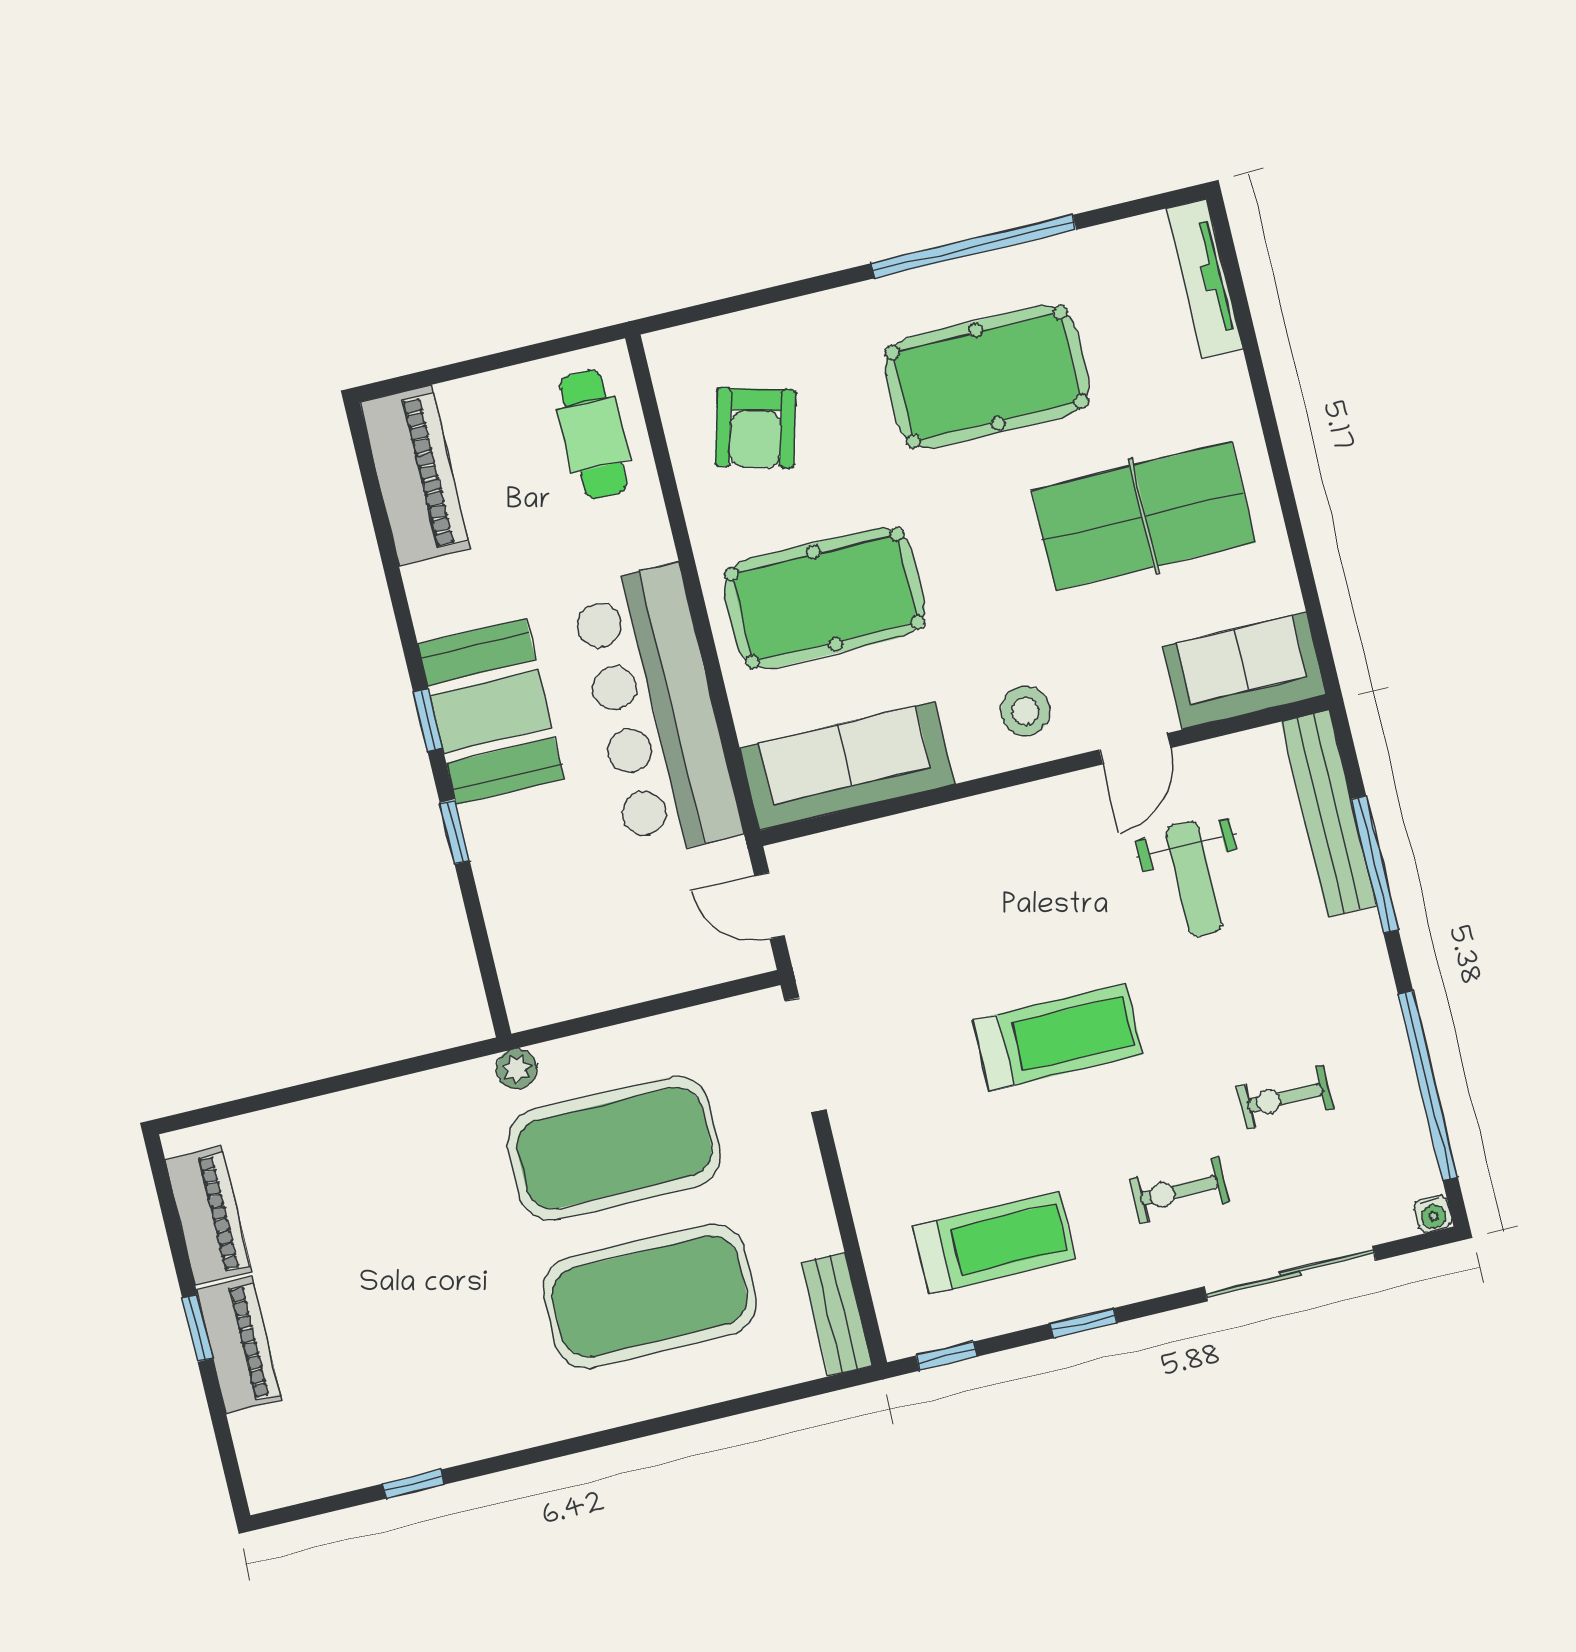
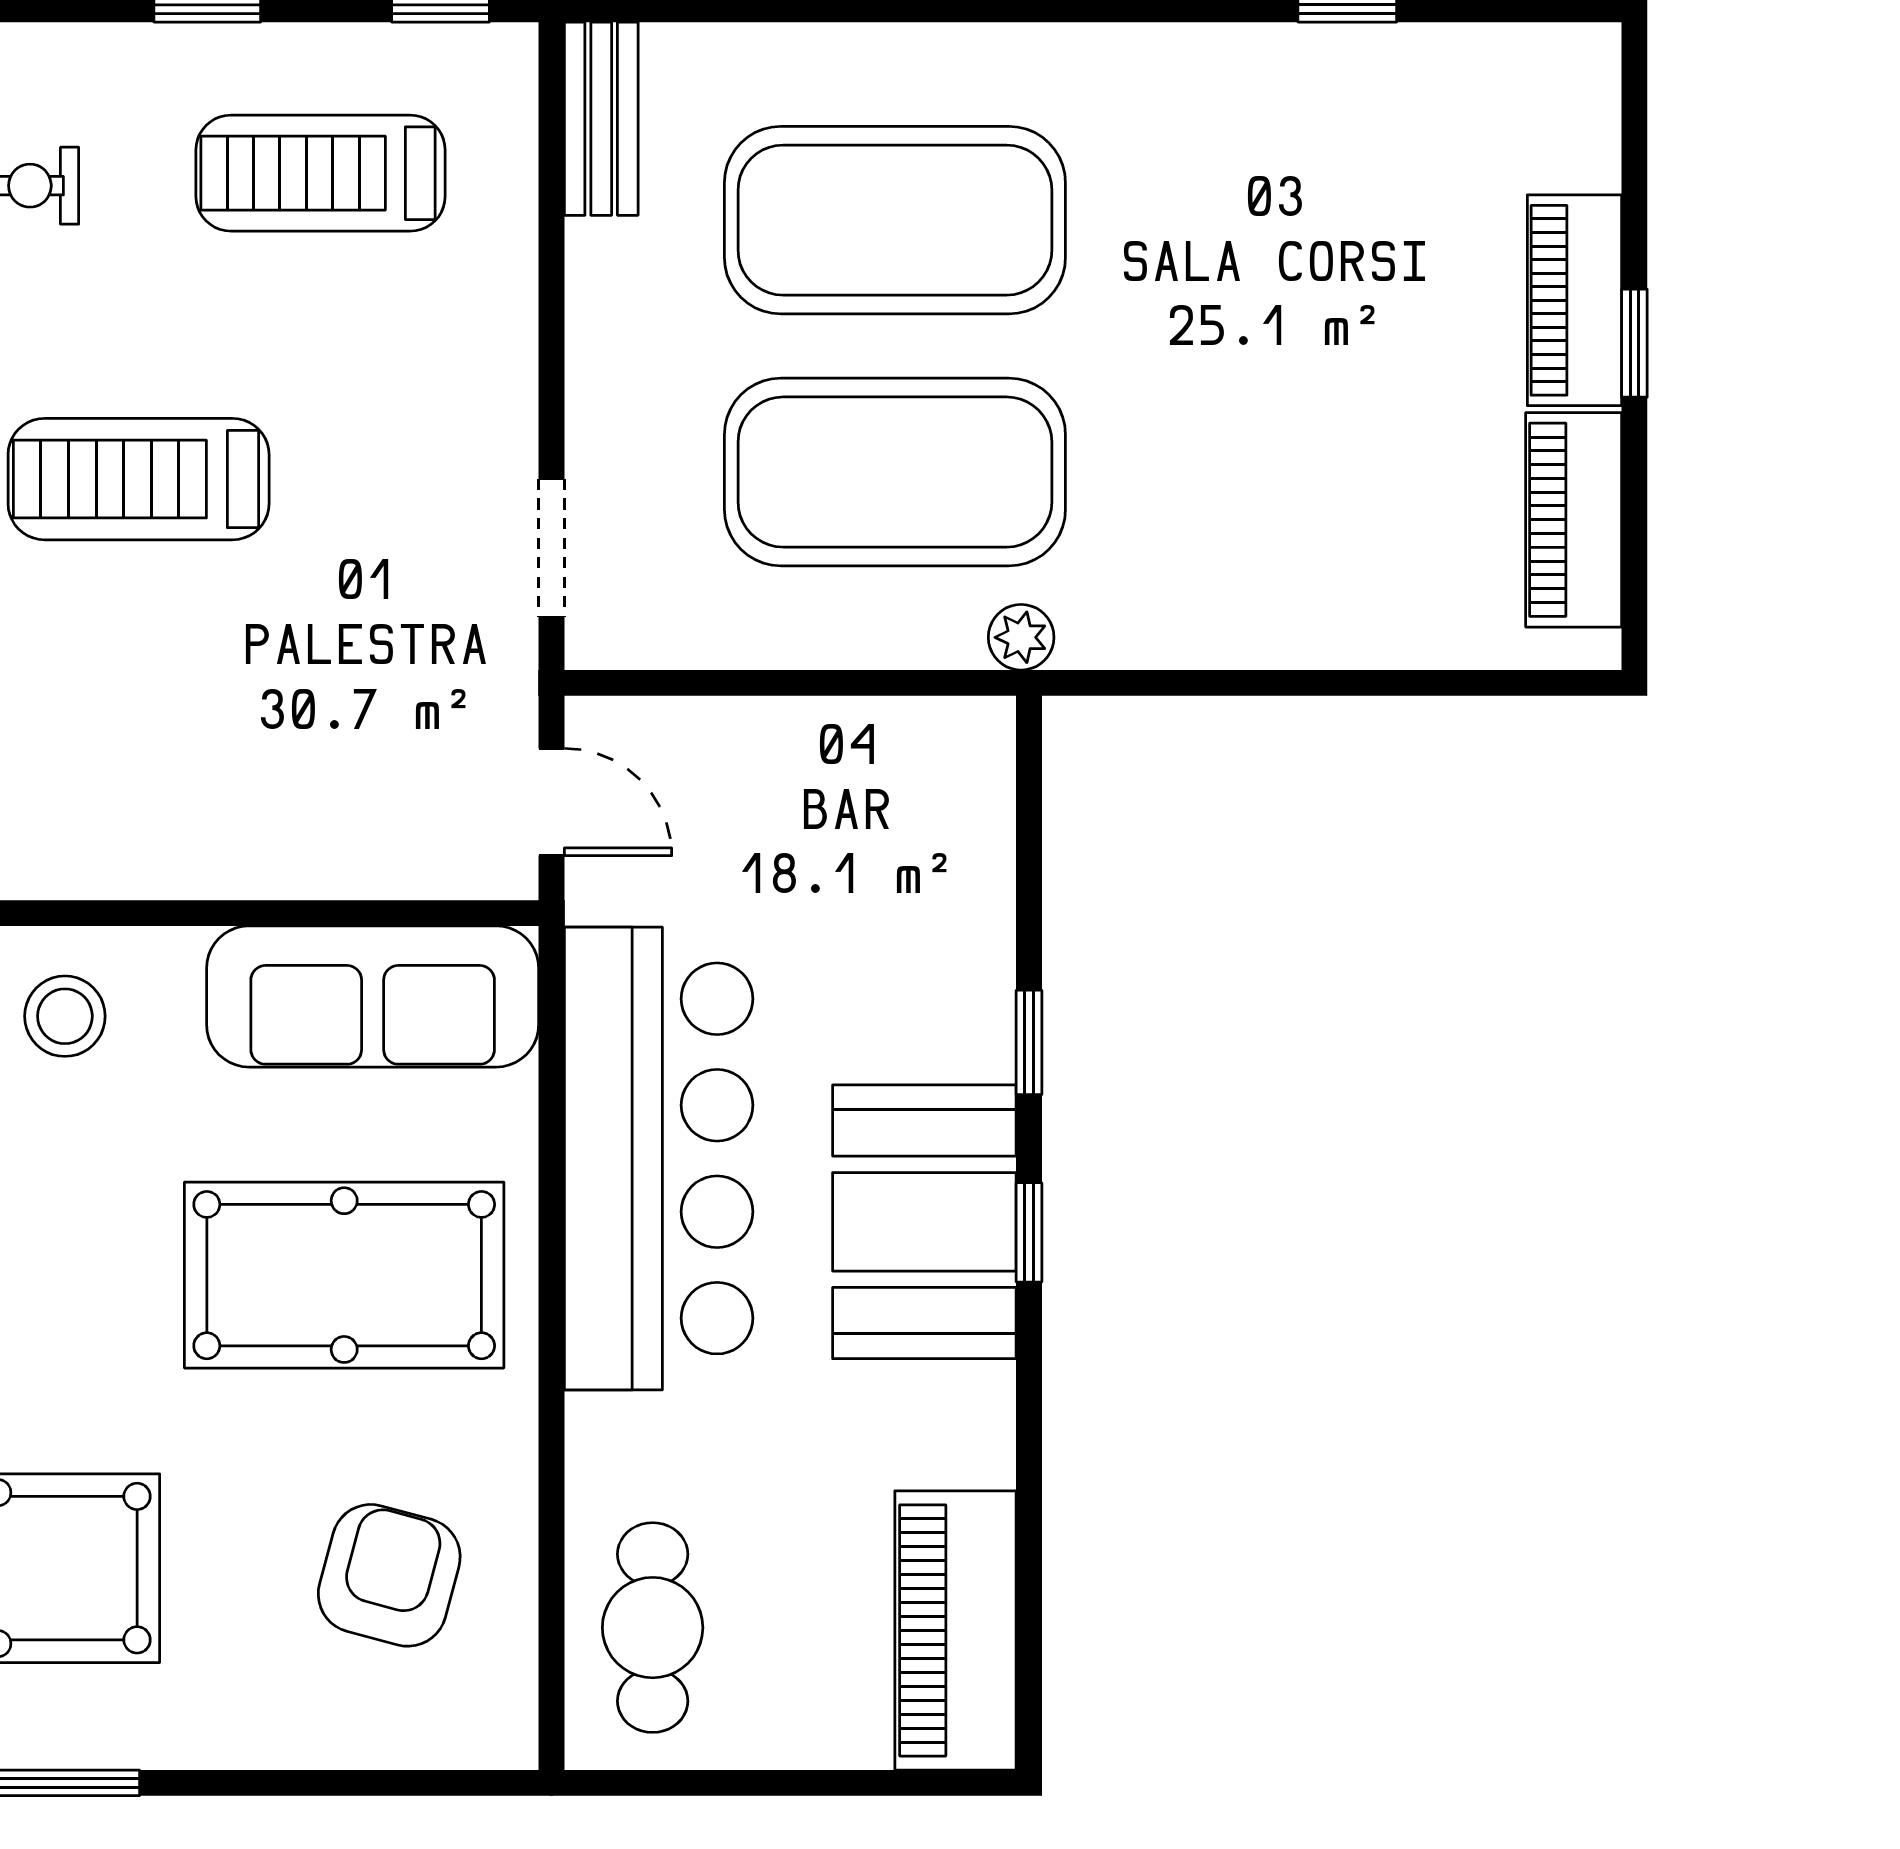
doorway: (805, 1055) -> (551, 548), width x0.73

